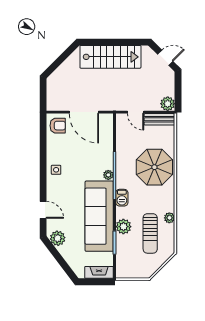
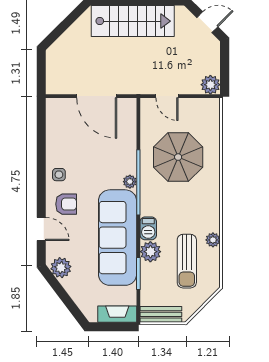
bench: (159, 119) -> (161, 314), moved
armchair: (58, 126) -> (66, 204), moved
parasol: (154, 167) -> (178, 157), moved
barbecue: (122, 198) -> (148, 228), moved

